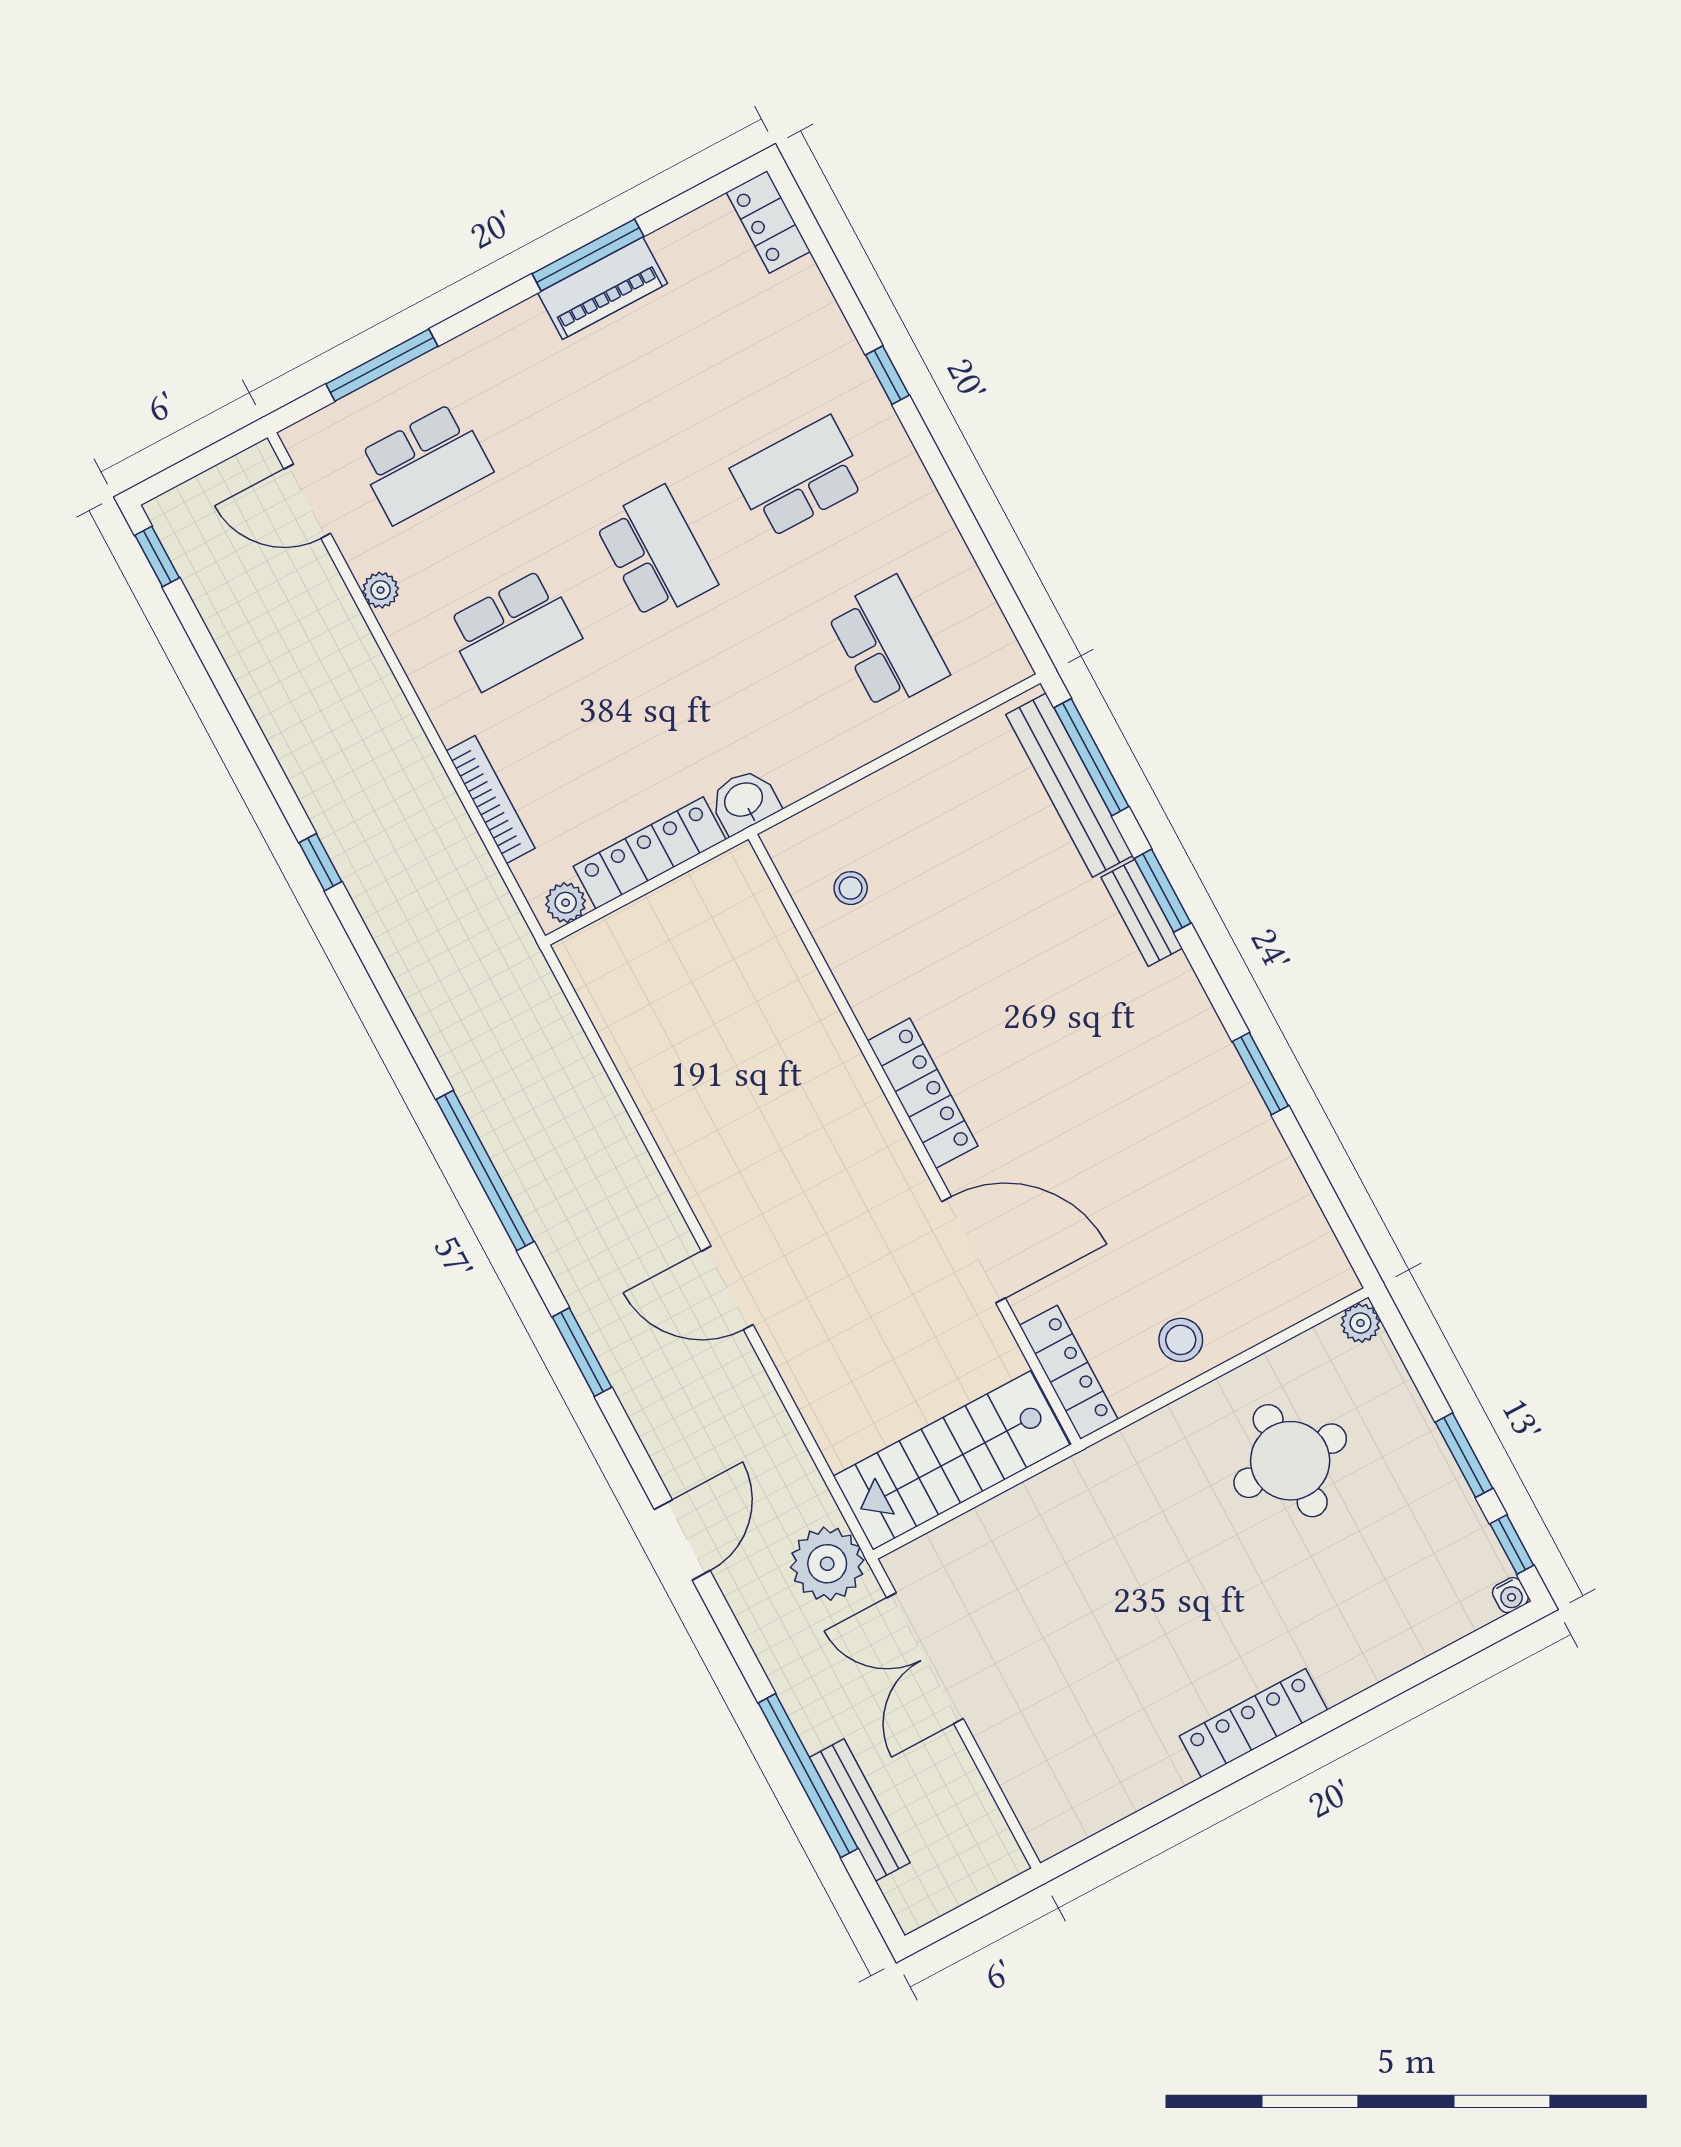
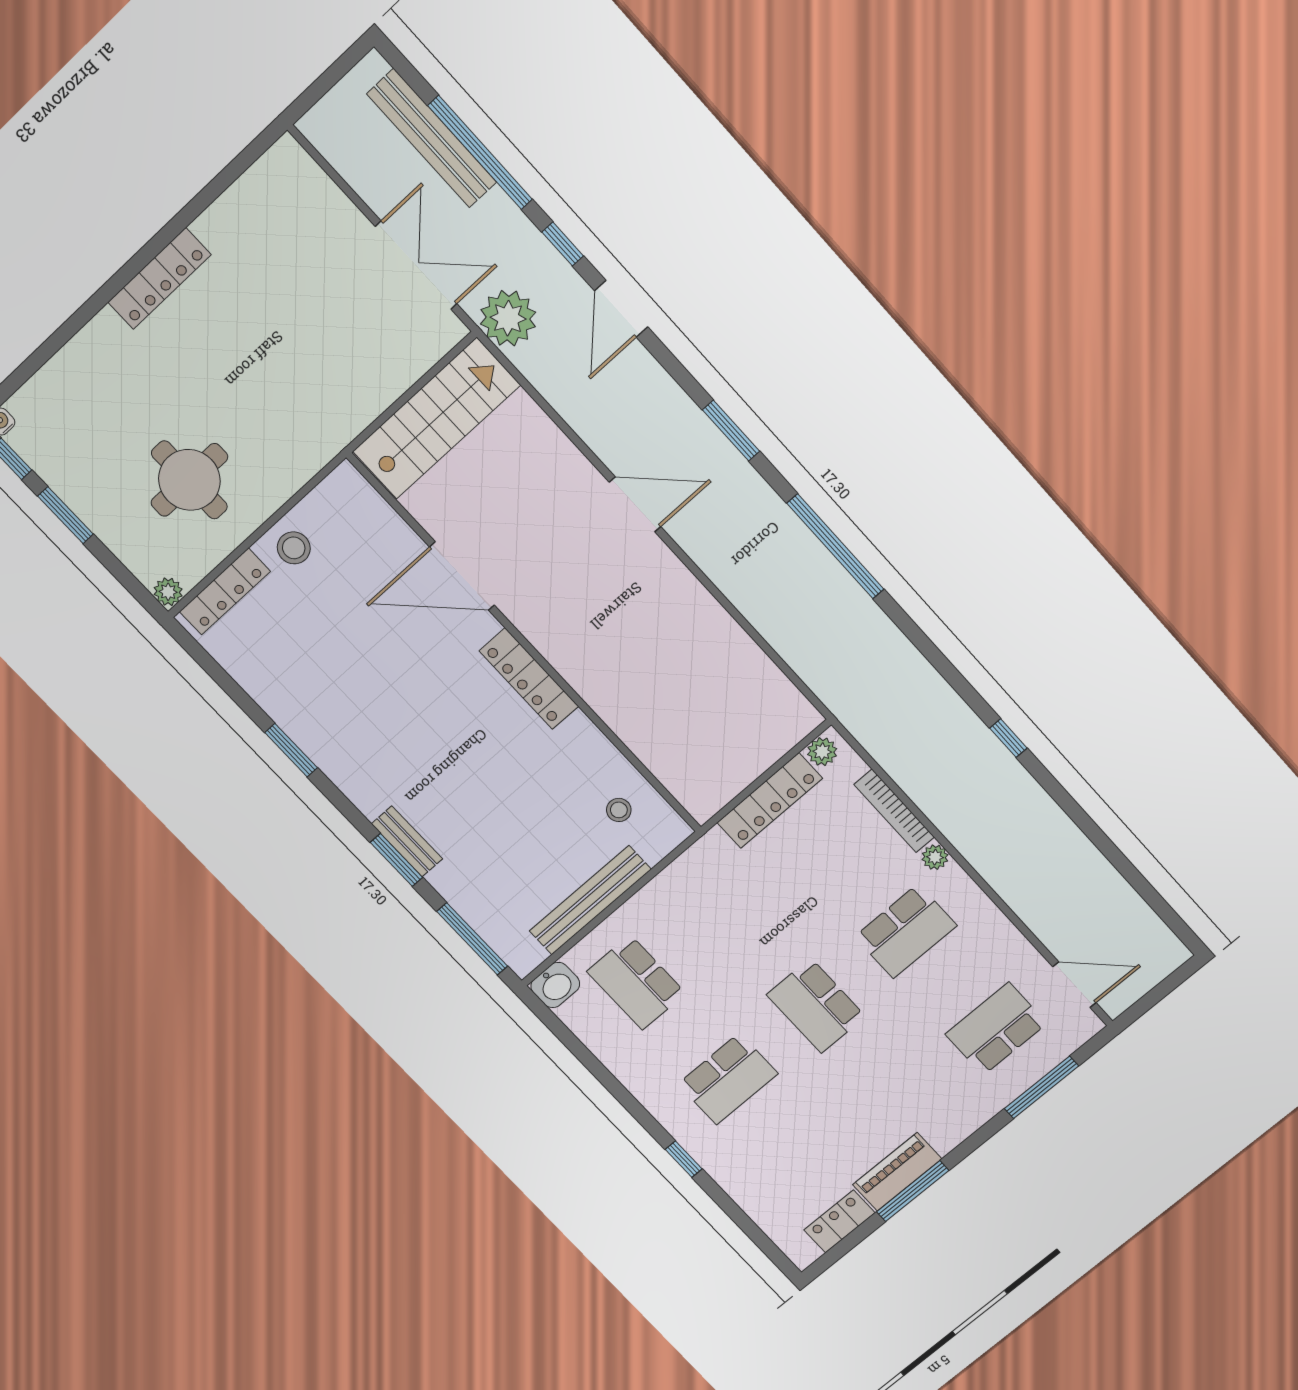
locker: (768, 222) -> (839, 1221), moved, turned -90
window: (157, 556) -> (563, 244), moved
plant: (381, 590) -> (935, 857), moved
school desk: (513, 630) -> (906, 931), turned 180
bench: (1069, 785) -> (590, 900), moved, turned 90
washbasin: (744, 801) -> (555, 985), moved
locker: (1069, 1372) -> (225, 592), moved, turned -90
bench: (860, 1810) -> (432, 138), width x1.37, depth x1.21

